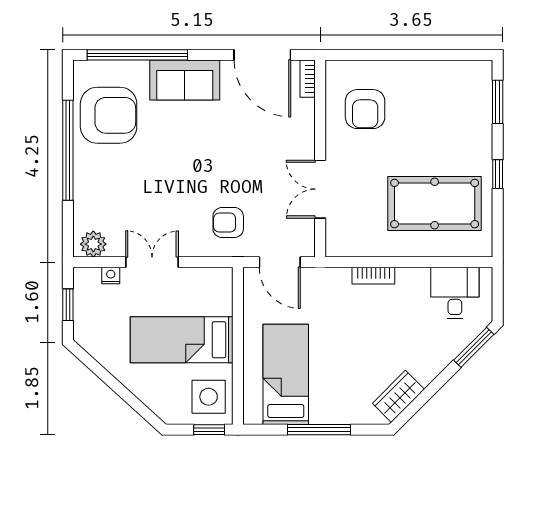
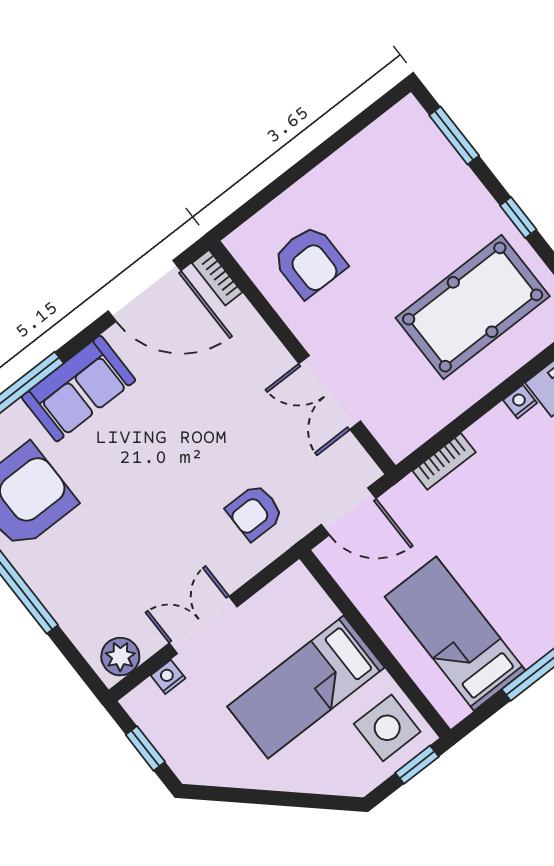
nightstand: (420, 275) -> (520, 402), added
bookcase: (373, 276) -> (444, 461), moved

